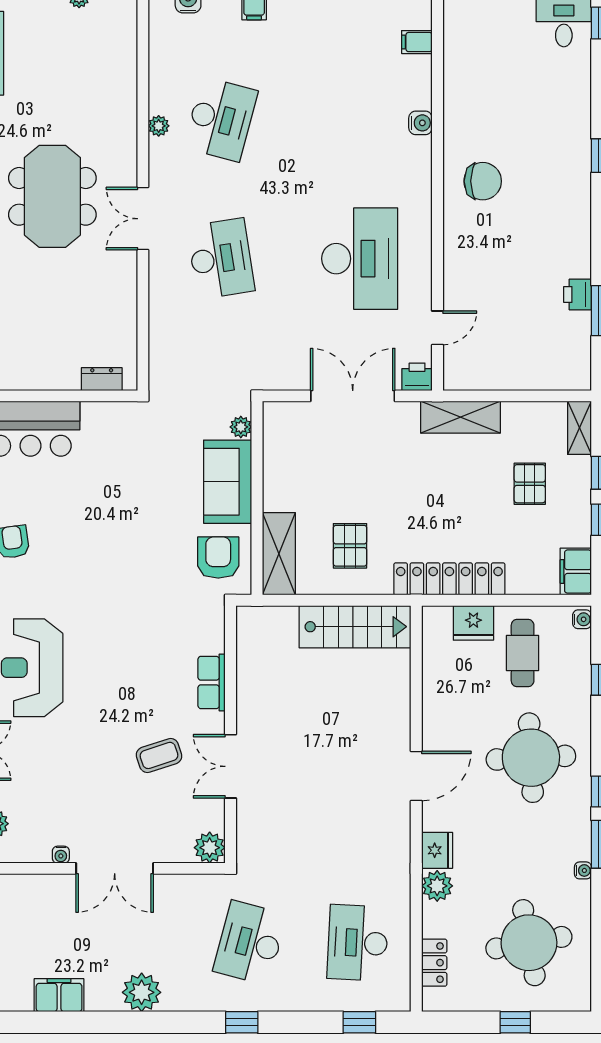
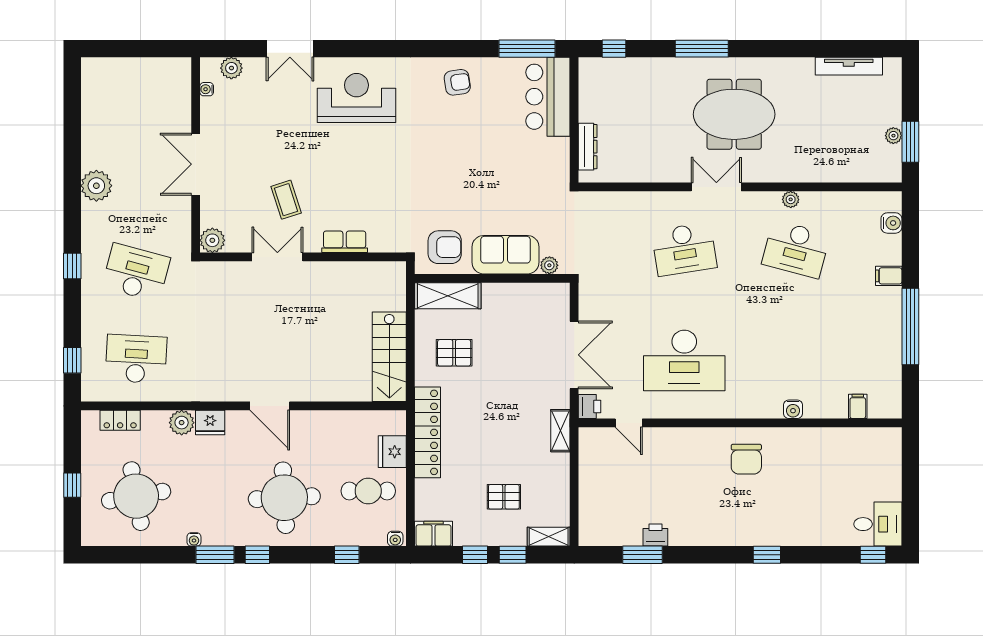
dresser: (102, 379) -> (588, 147), width x1.44
shelving: (460, 417) -> (560, 431), width x0.67, depth x0.75
water cooler: (61, 855) -> (207, 89), moved
filing cabinet: (59, 995) -> (94, 120), removed

